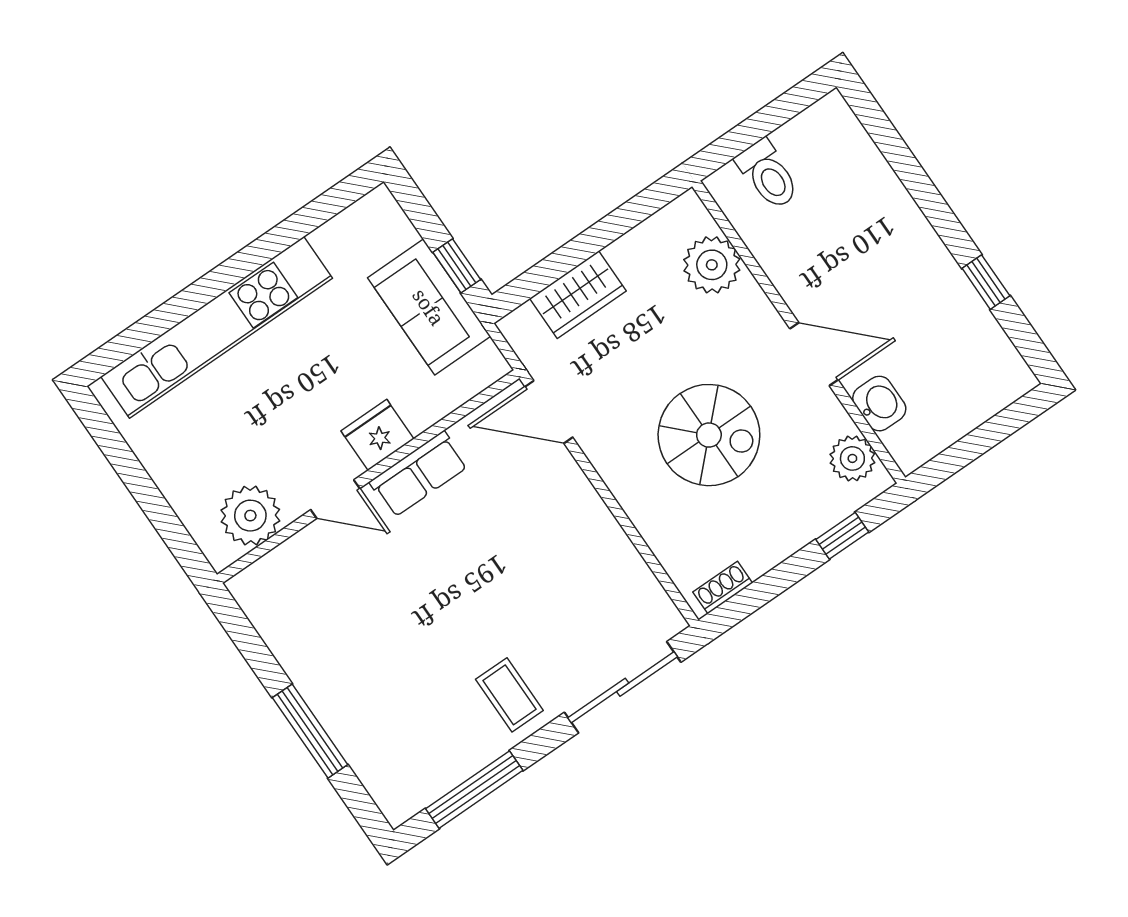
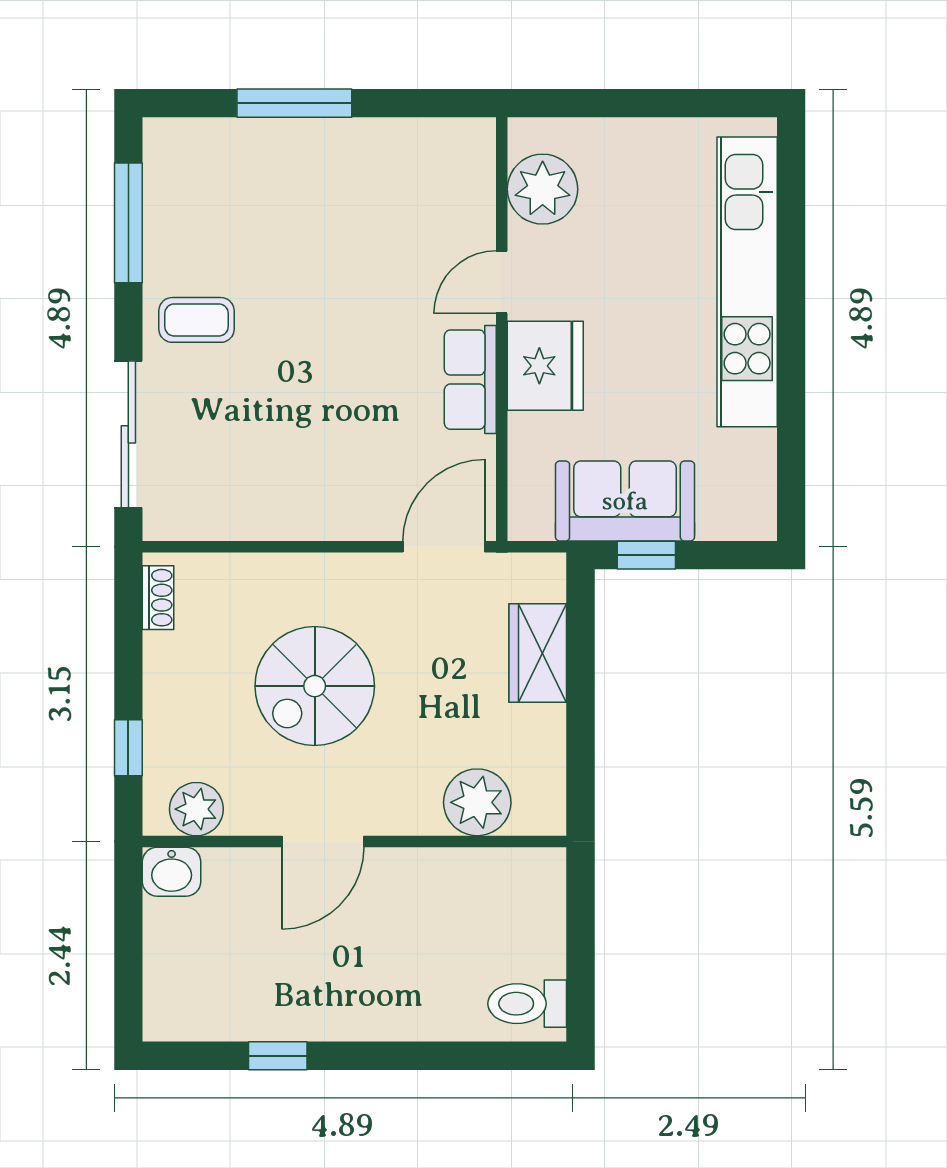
toilet: (768, 175) -> (527, 1004), moved
washbasin: (879, 404) -> (172, 872), moved
fridge: (378, 435) -> (545, 366), width x1.36, depth x1.34

